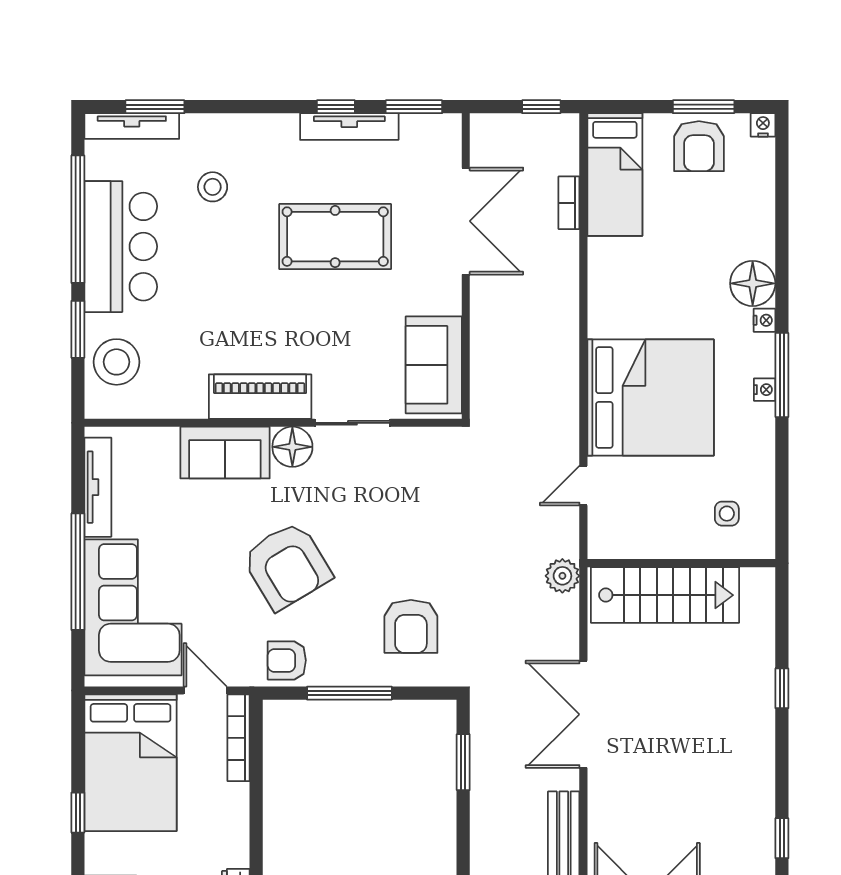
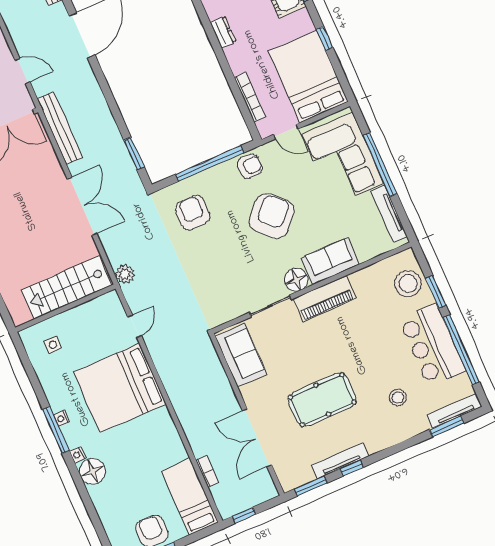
armchair: (287, 566) -> (272, 216), turned 74
window: (349, 693) -> (210, 164), width x1.46
bookcase: (239, 738) -> (250, 97), moved

